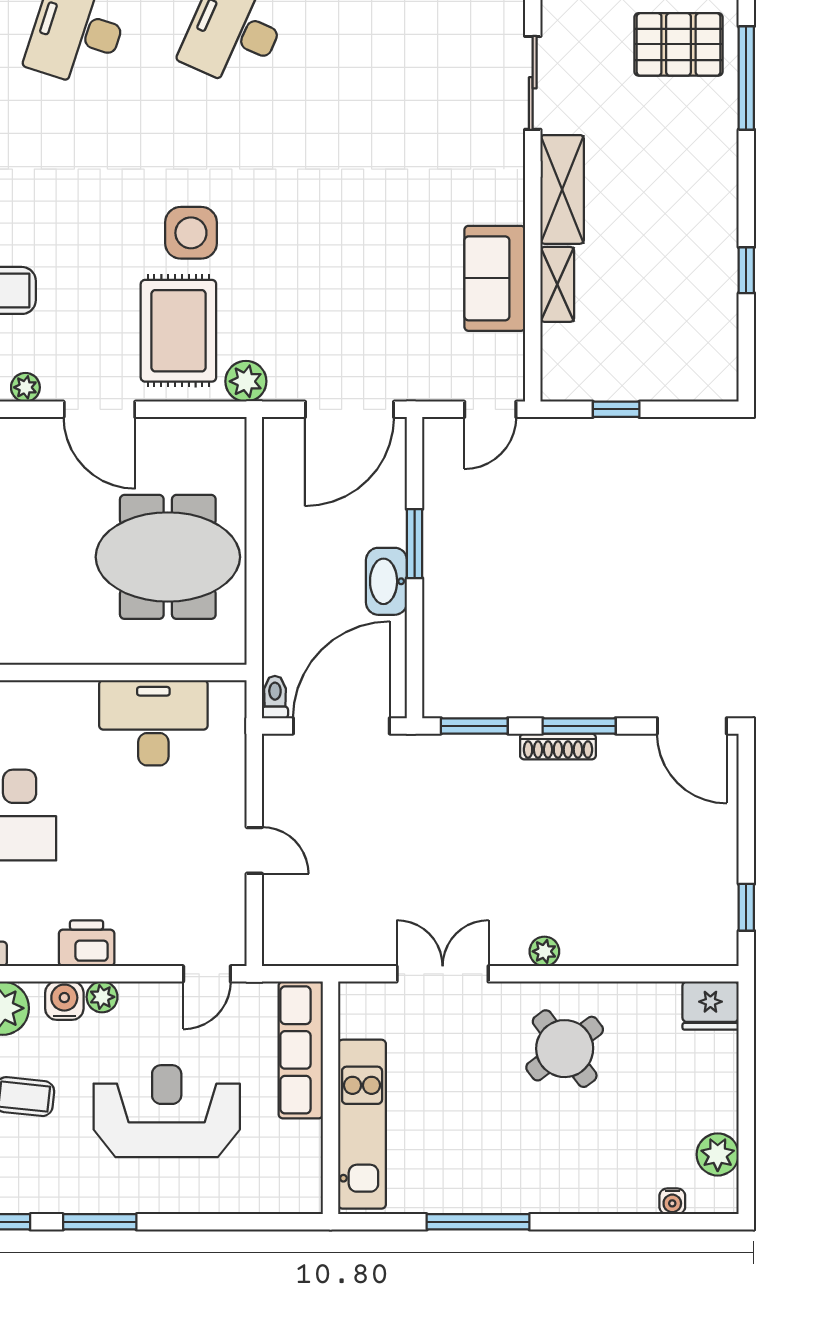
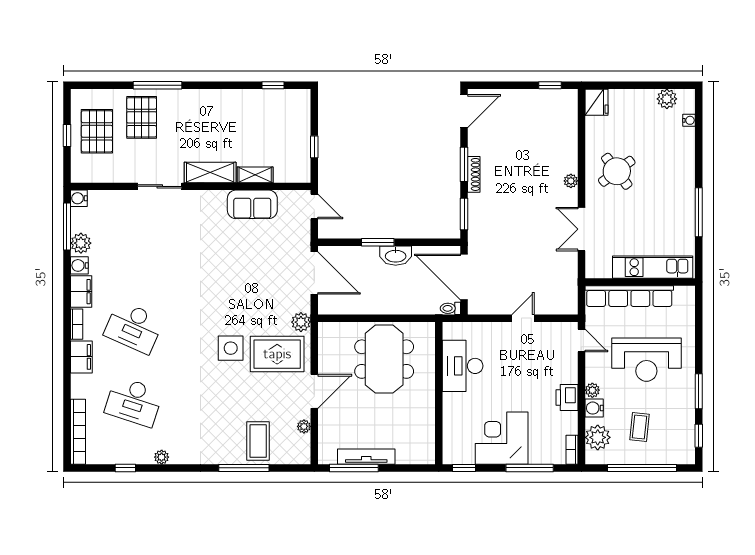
window: (746, 270) -> (273, 85), moved
row of seats: (301, 1050) -> (629, 296), width x1.36
reception desk: (167, 1111) -> (646, 360), turned -90

